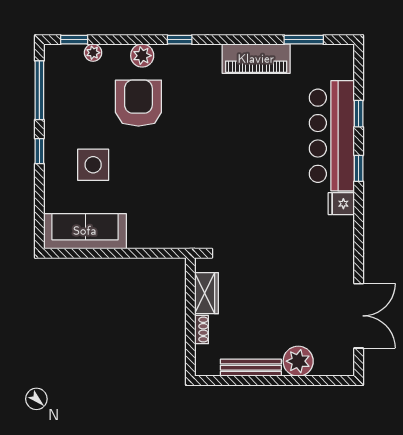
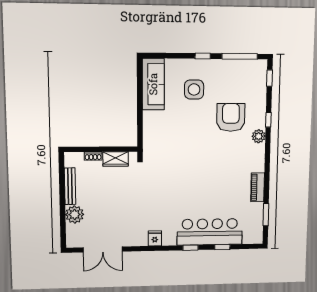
window: (180, 40) -> (268, 120), moved
plant: (93, 53) -> (262, 90), removed
plant: (142, 56) -> (259, 136), moved
piano: (256, 59) -> (258, 187), width x0.73, depth x0.75
armchair: (138, 103) -> (231, 117), turned -90
fridge: (341, 204) -> (155, 238), moved

